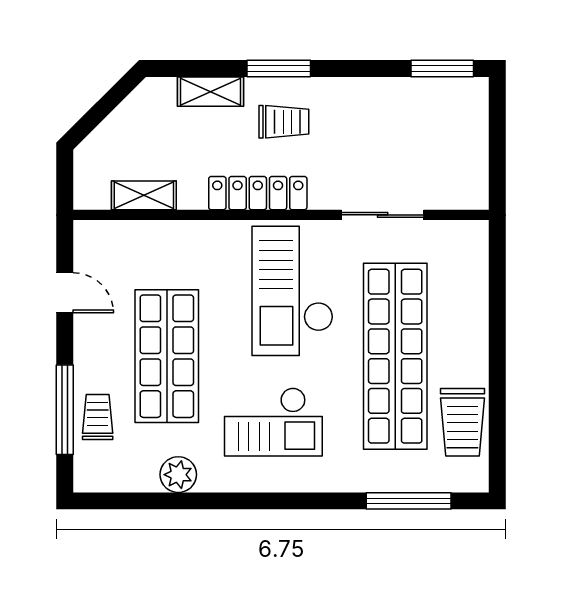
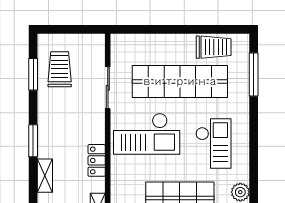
window: (442, 68) -> (33, 74), moved
trolley: (284, 122) -> (60, 69), moved, width x1.36, depth x1.39
locker: (258, 193) -> (97, 160), width x0.66

